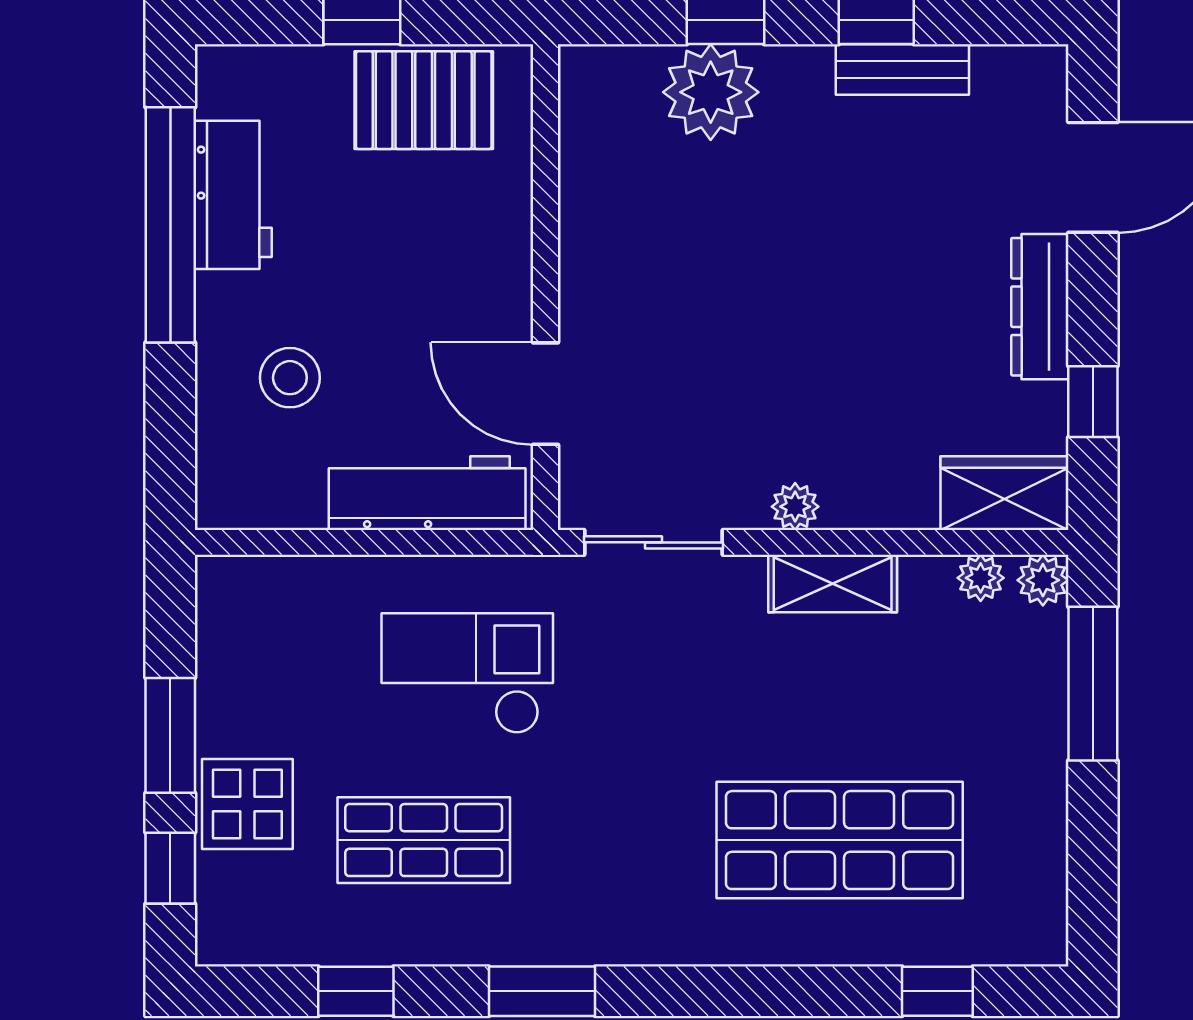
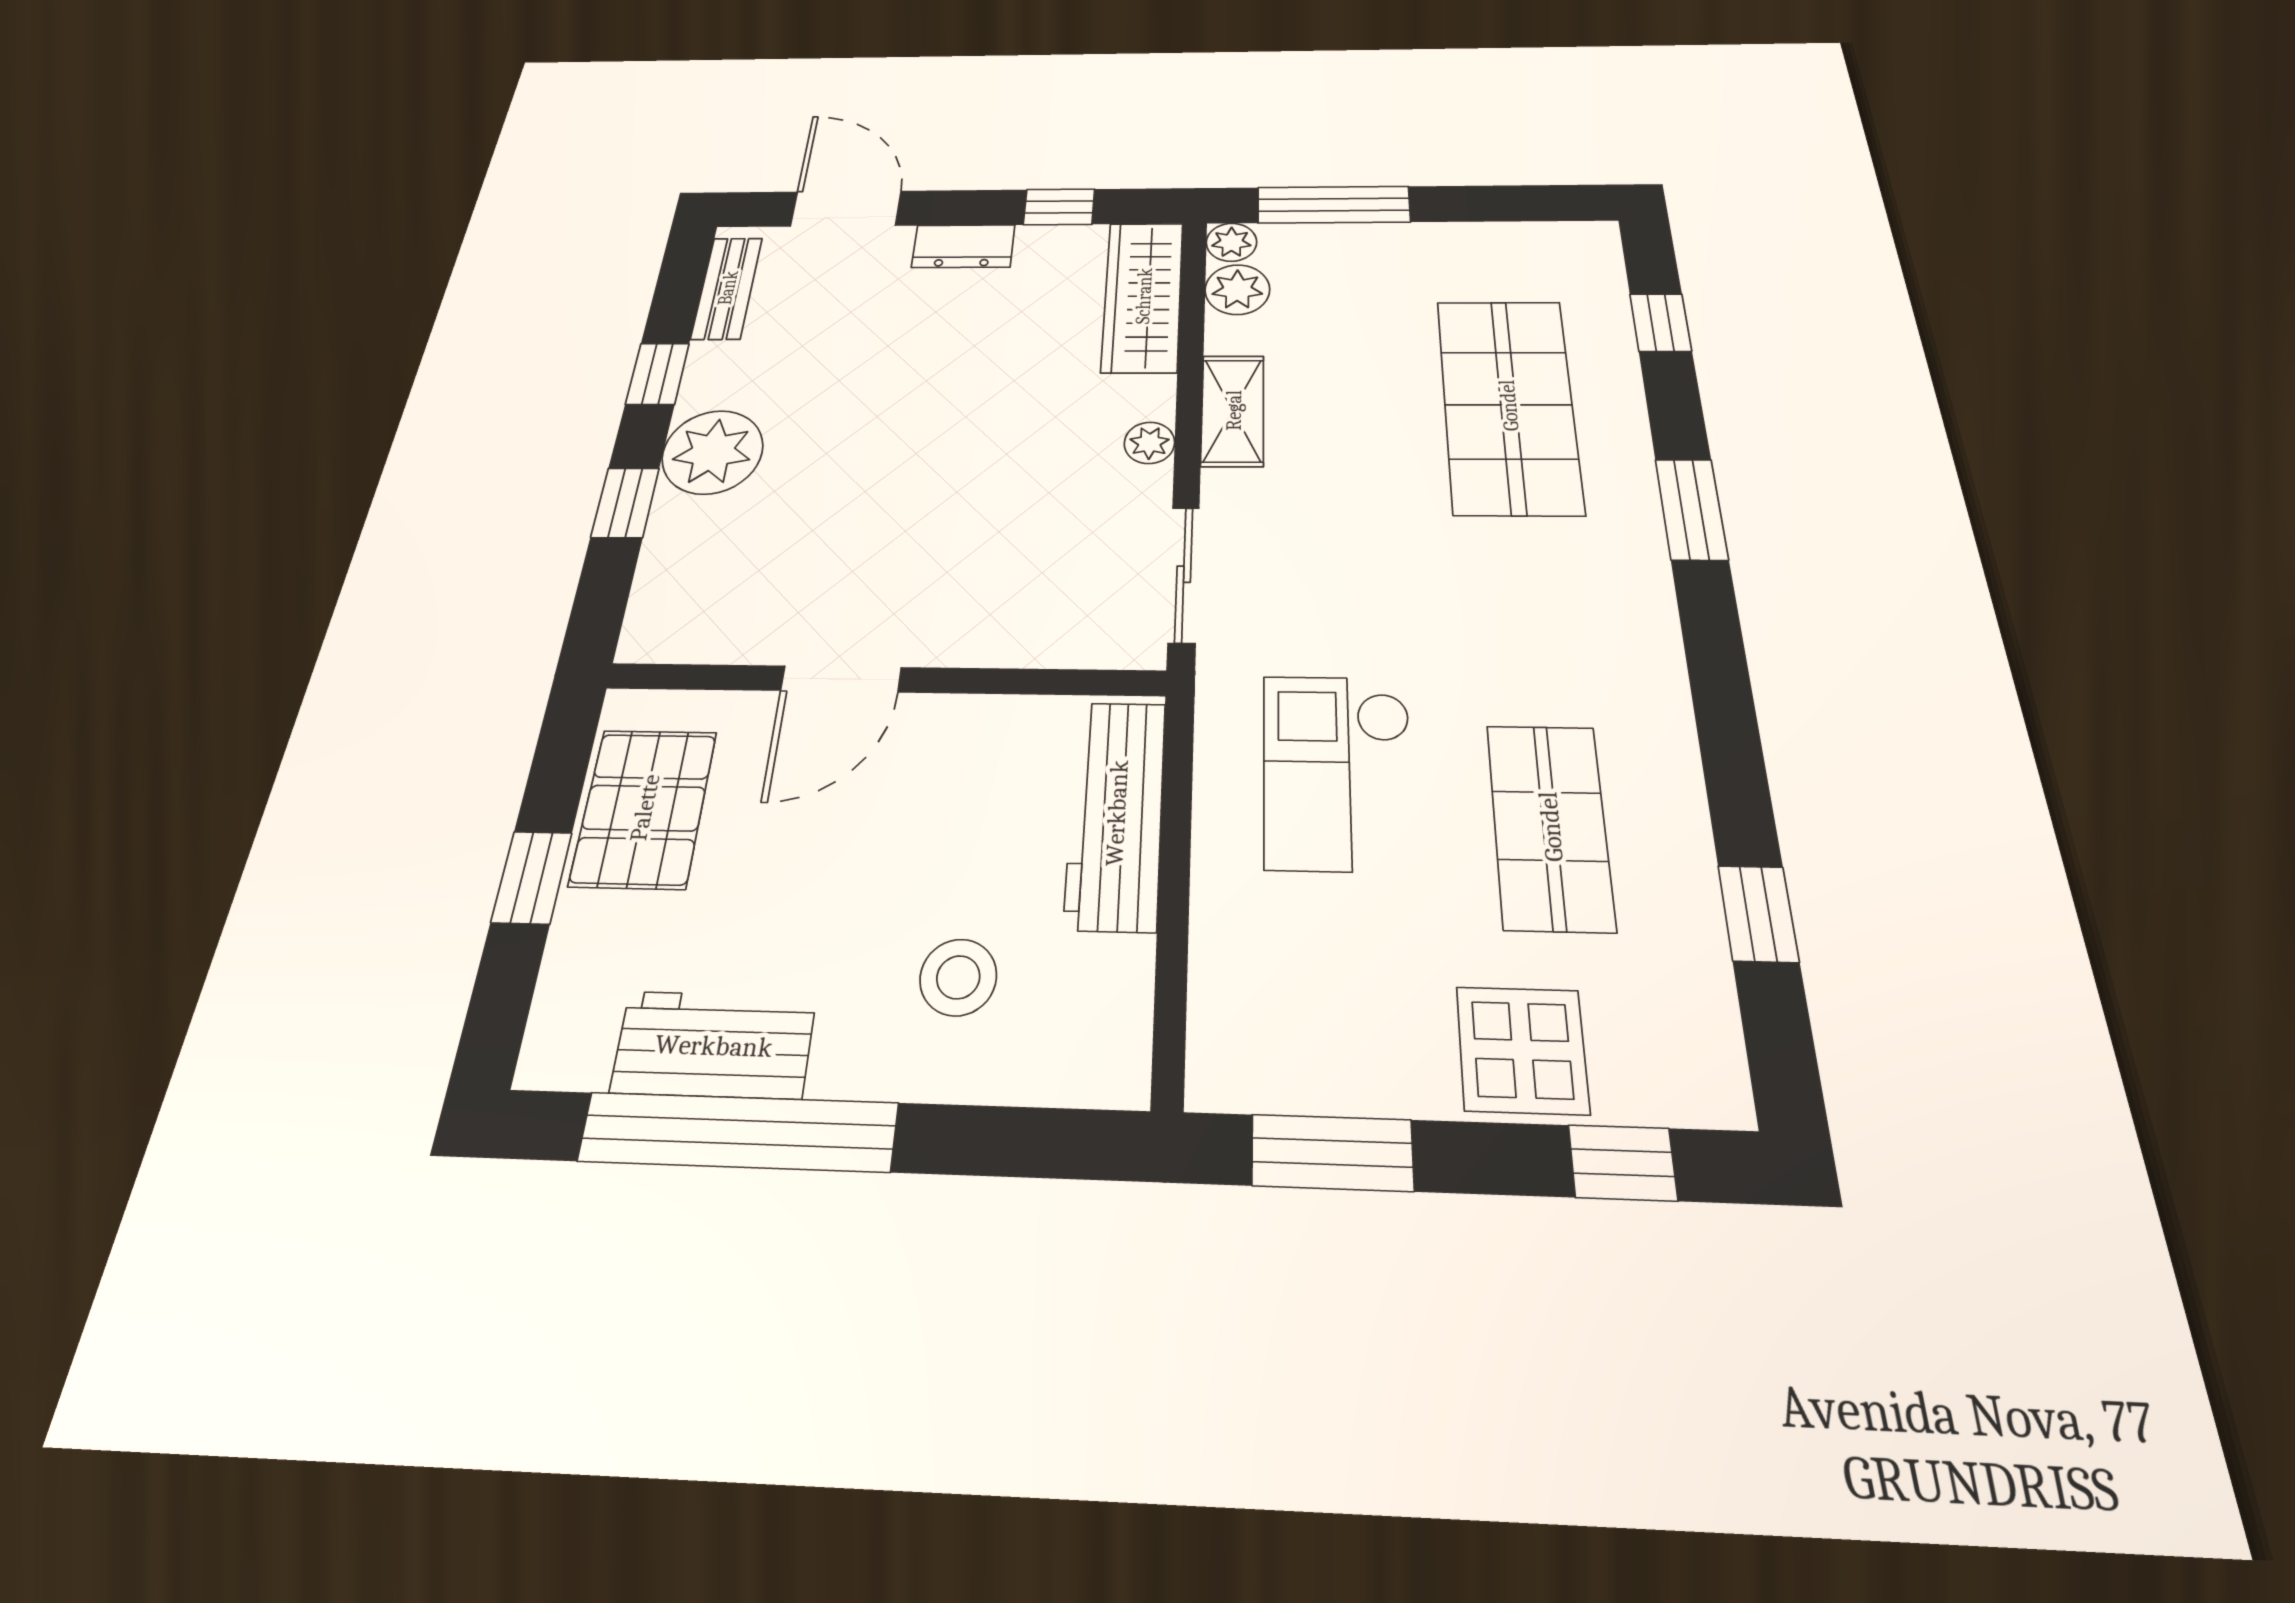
bench: (902, 70) -> (727, 288), moved
plant: (711, 92) -> (713, 452), moved
dresser: (1040, 307) -> (963, 246), width x0.70
door: (545, 394) -> (841, 679), moved
wardrobe: (1004, 493) -> (1143, 296), width x1.50
plant: (981, 578) -> (1237, 290), width x1.38, depth x1.38
window: (170, 735) -> (1332, 1153), moved
window: (542, 991) -> (1691, 509), moved

